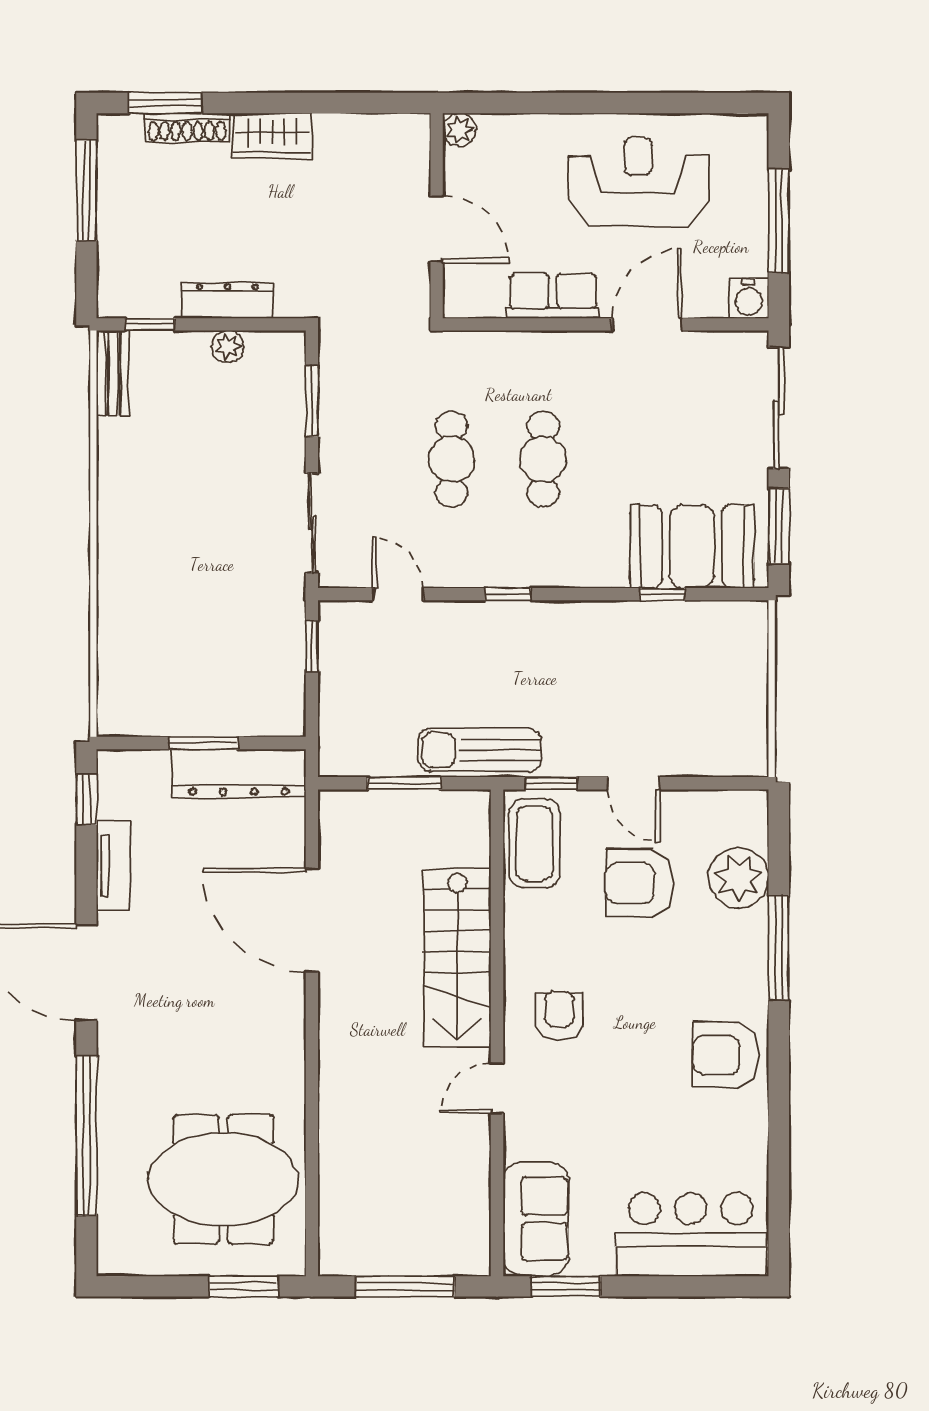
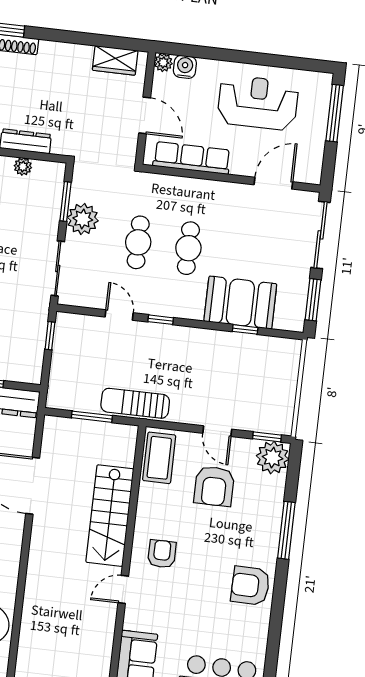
wardrobe: (272, 136) -> (115, 60), moved
window: (779, 221) -> (335, 113), moved
row of seats: (553, 296) -> (192, 158), width x1.48
water cooler: (749, 298) -> (185, 67), moved, turned 180
door: (647, 324) -> (273, 183), moved
plant: (347, 429) -> (83, 219), added
booth: (692, 546) -> (240, 303), moved
door: (398, 594) -> (119, 315), moved
window: (551, 783) -> (267, 437), moved
plant: (739, 878) -> (273, 458), moved
armchair: (639, 883) -> (214, 486), turned -90

